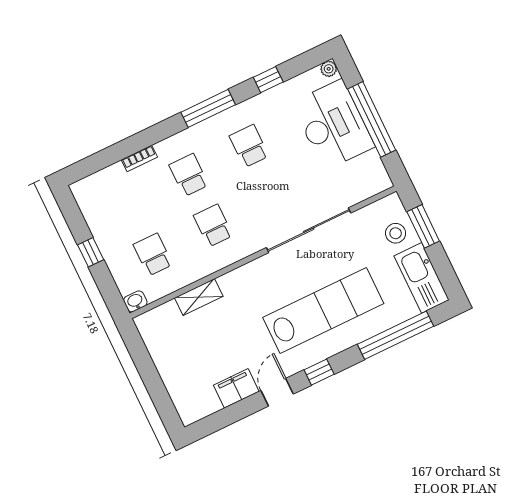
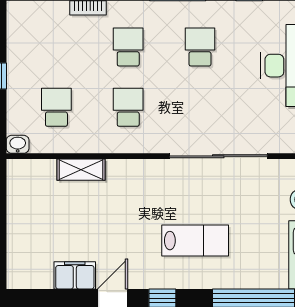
lab bench: (323, 310) -> (195, 241), width x0.54, depth x0.72

